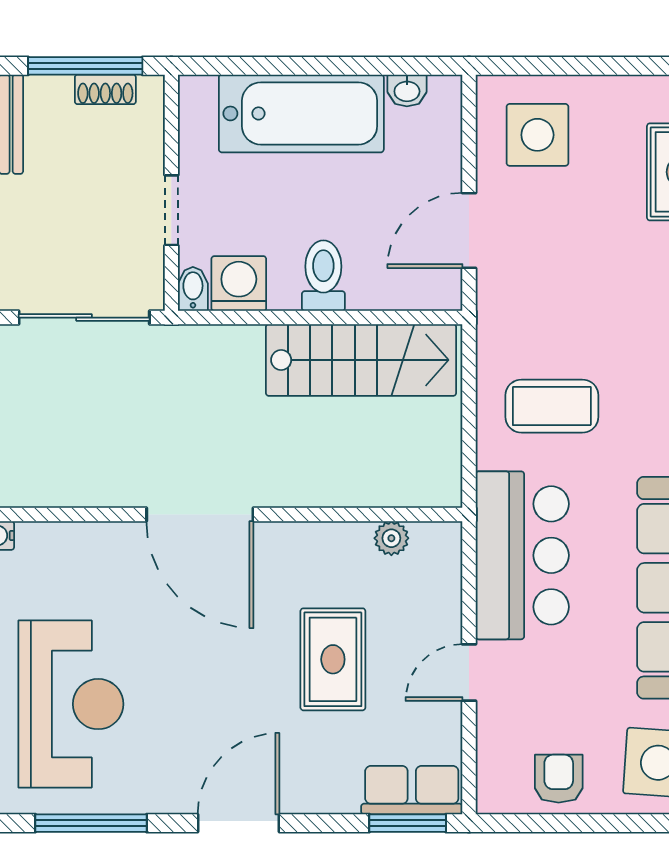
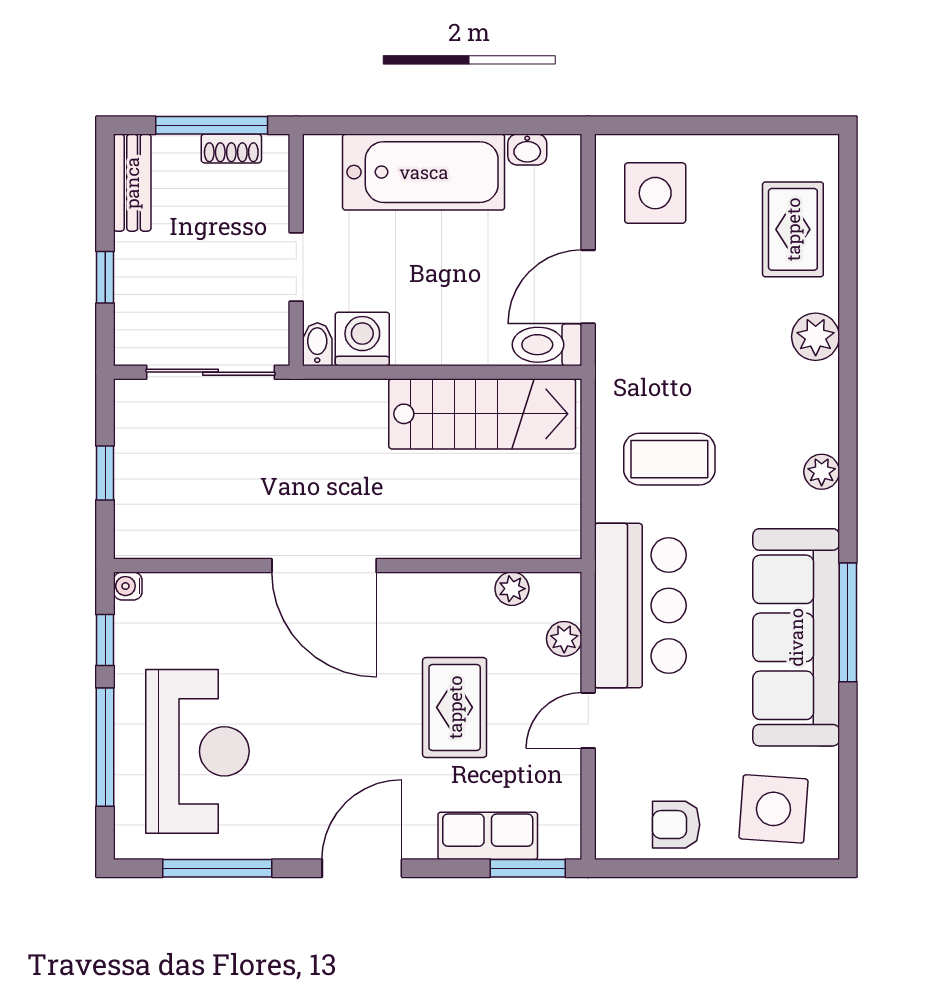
toilet: (323, 276) -> (547, 345), moved, turned -90
plant: (445, 589) -> (564, 639), added
armchair: (559, 779) -> (676, 825), turned -90
row of seats: (412, 790) -> (488, 836), moved

